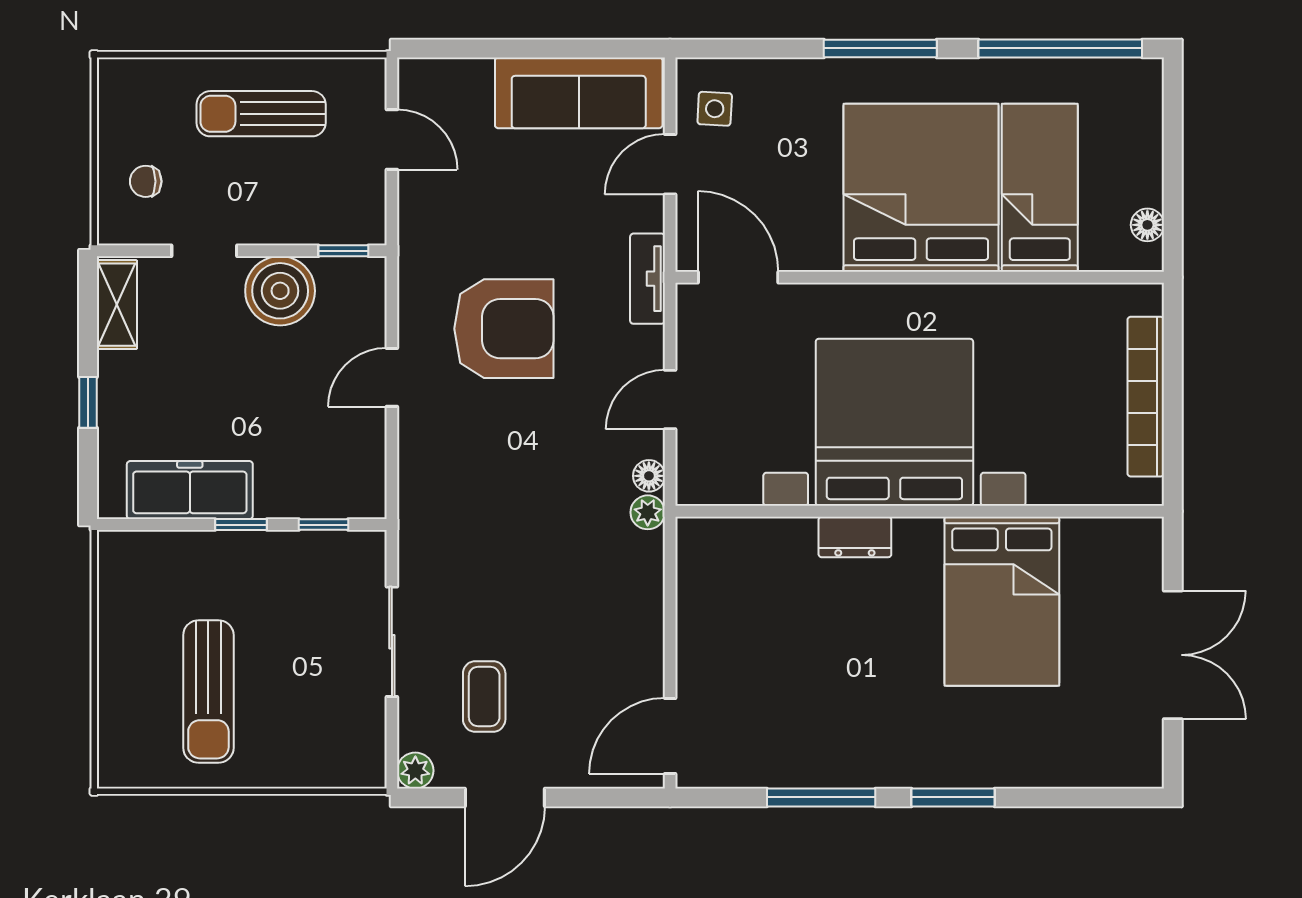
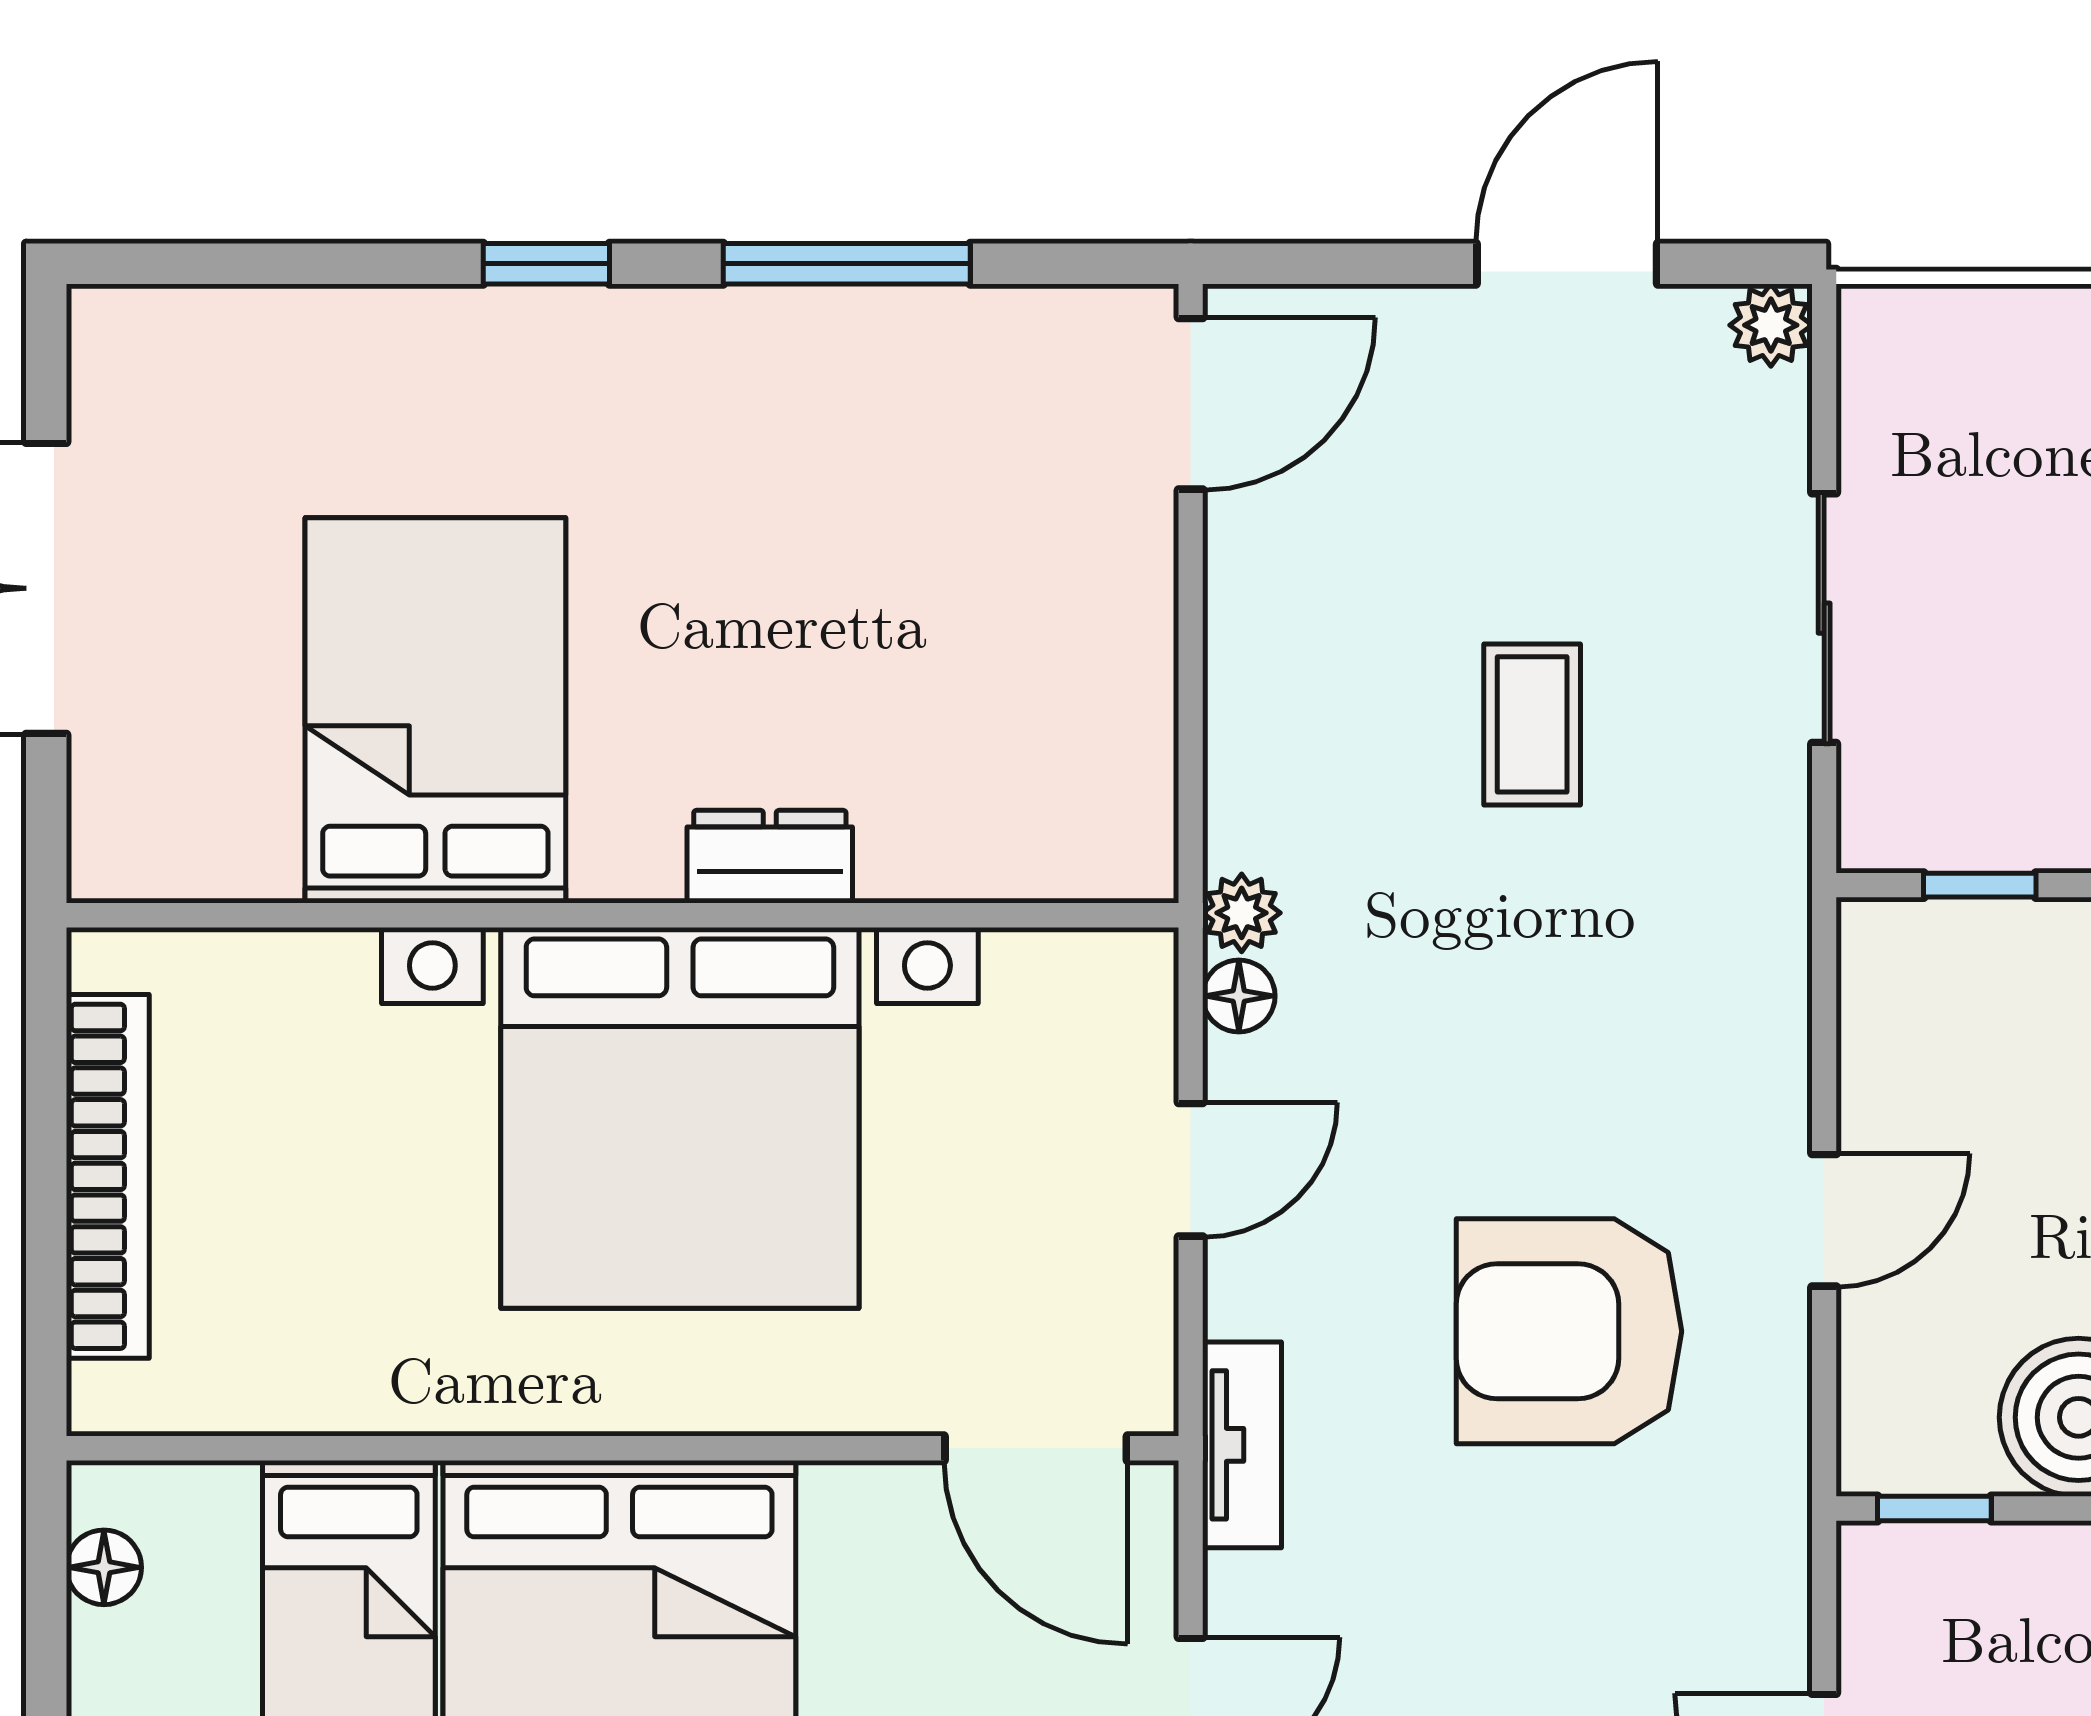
coffee table: (484, 696) -> (1532, 724), moved
window: (953, 797) -> (546, 264), width x0.67

